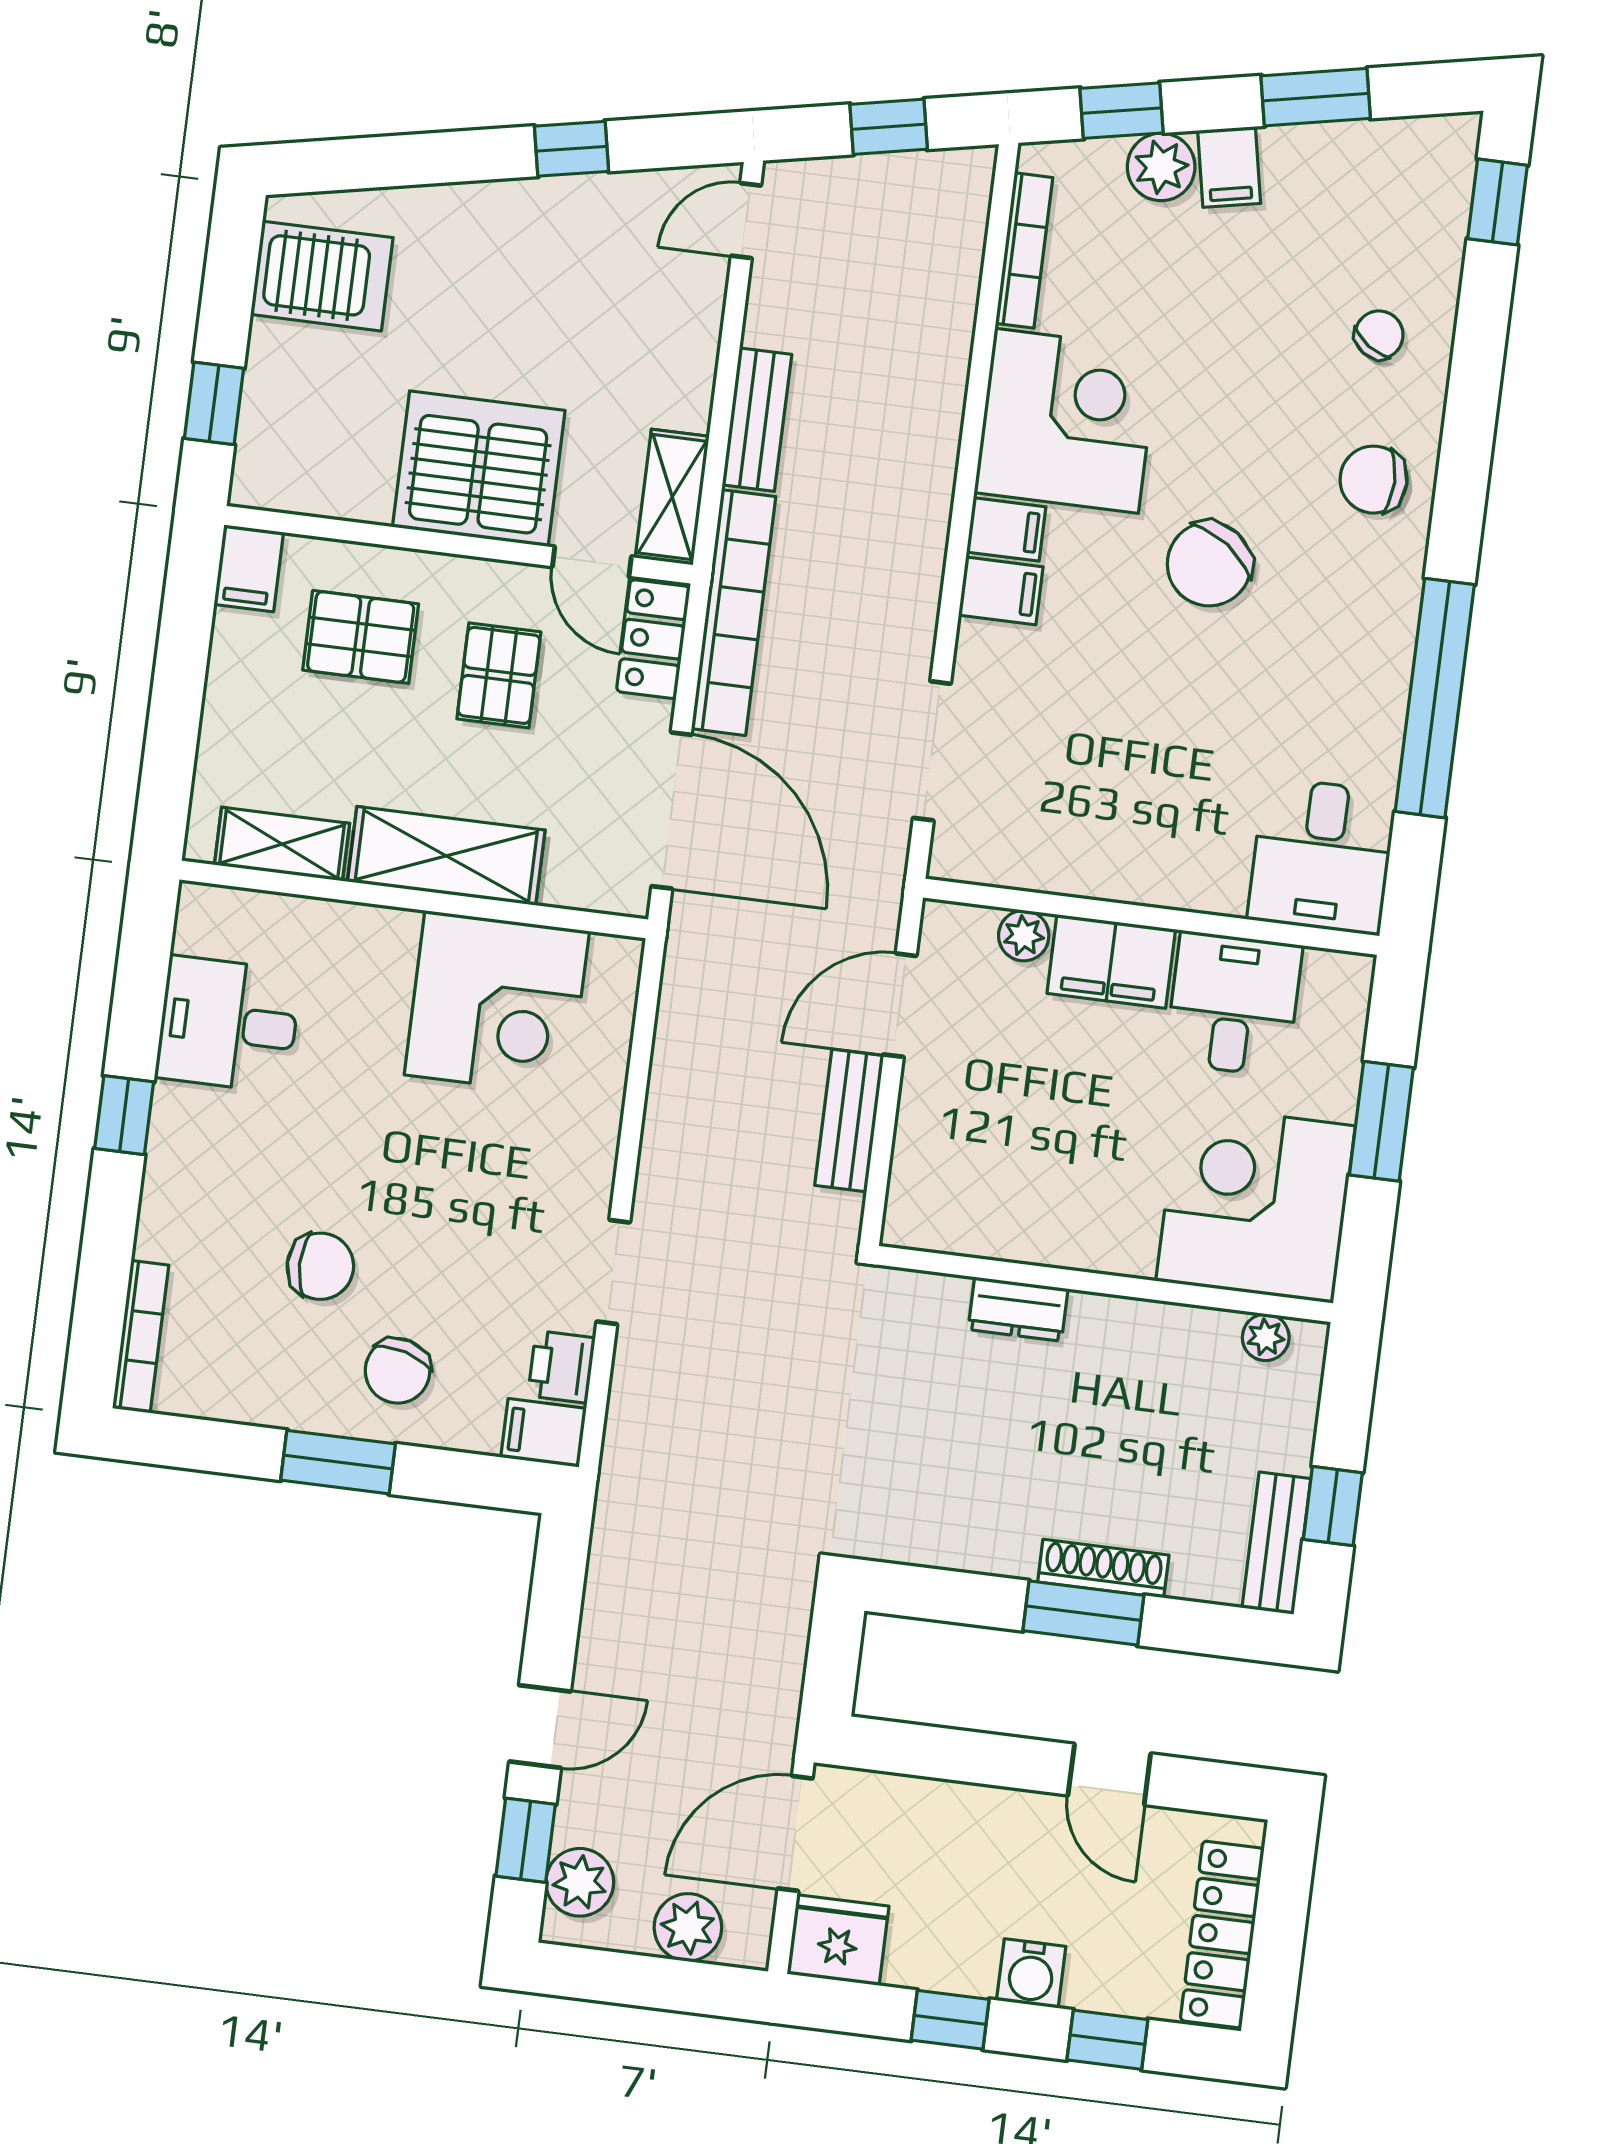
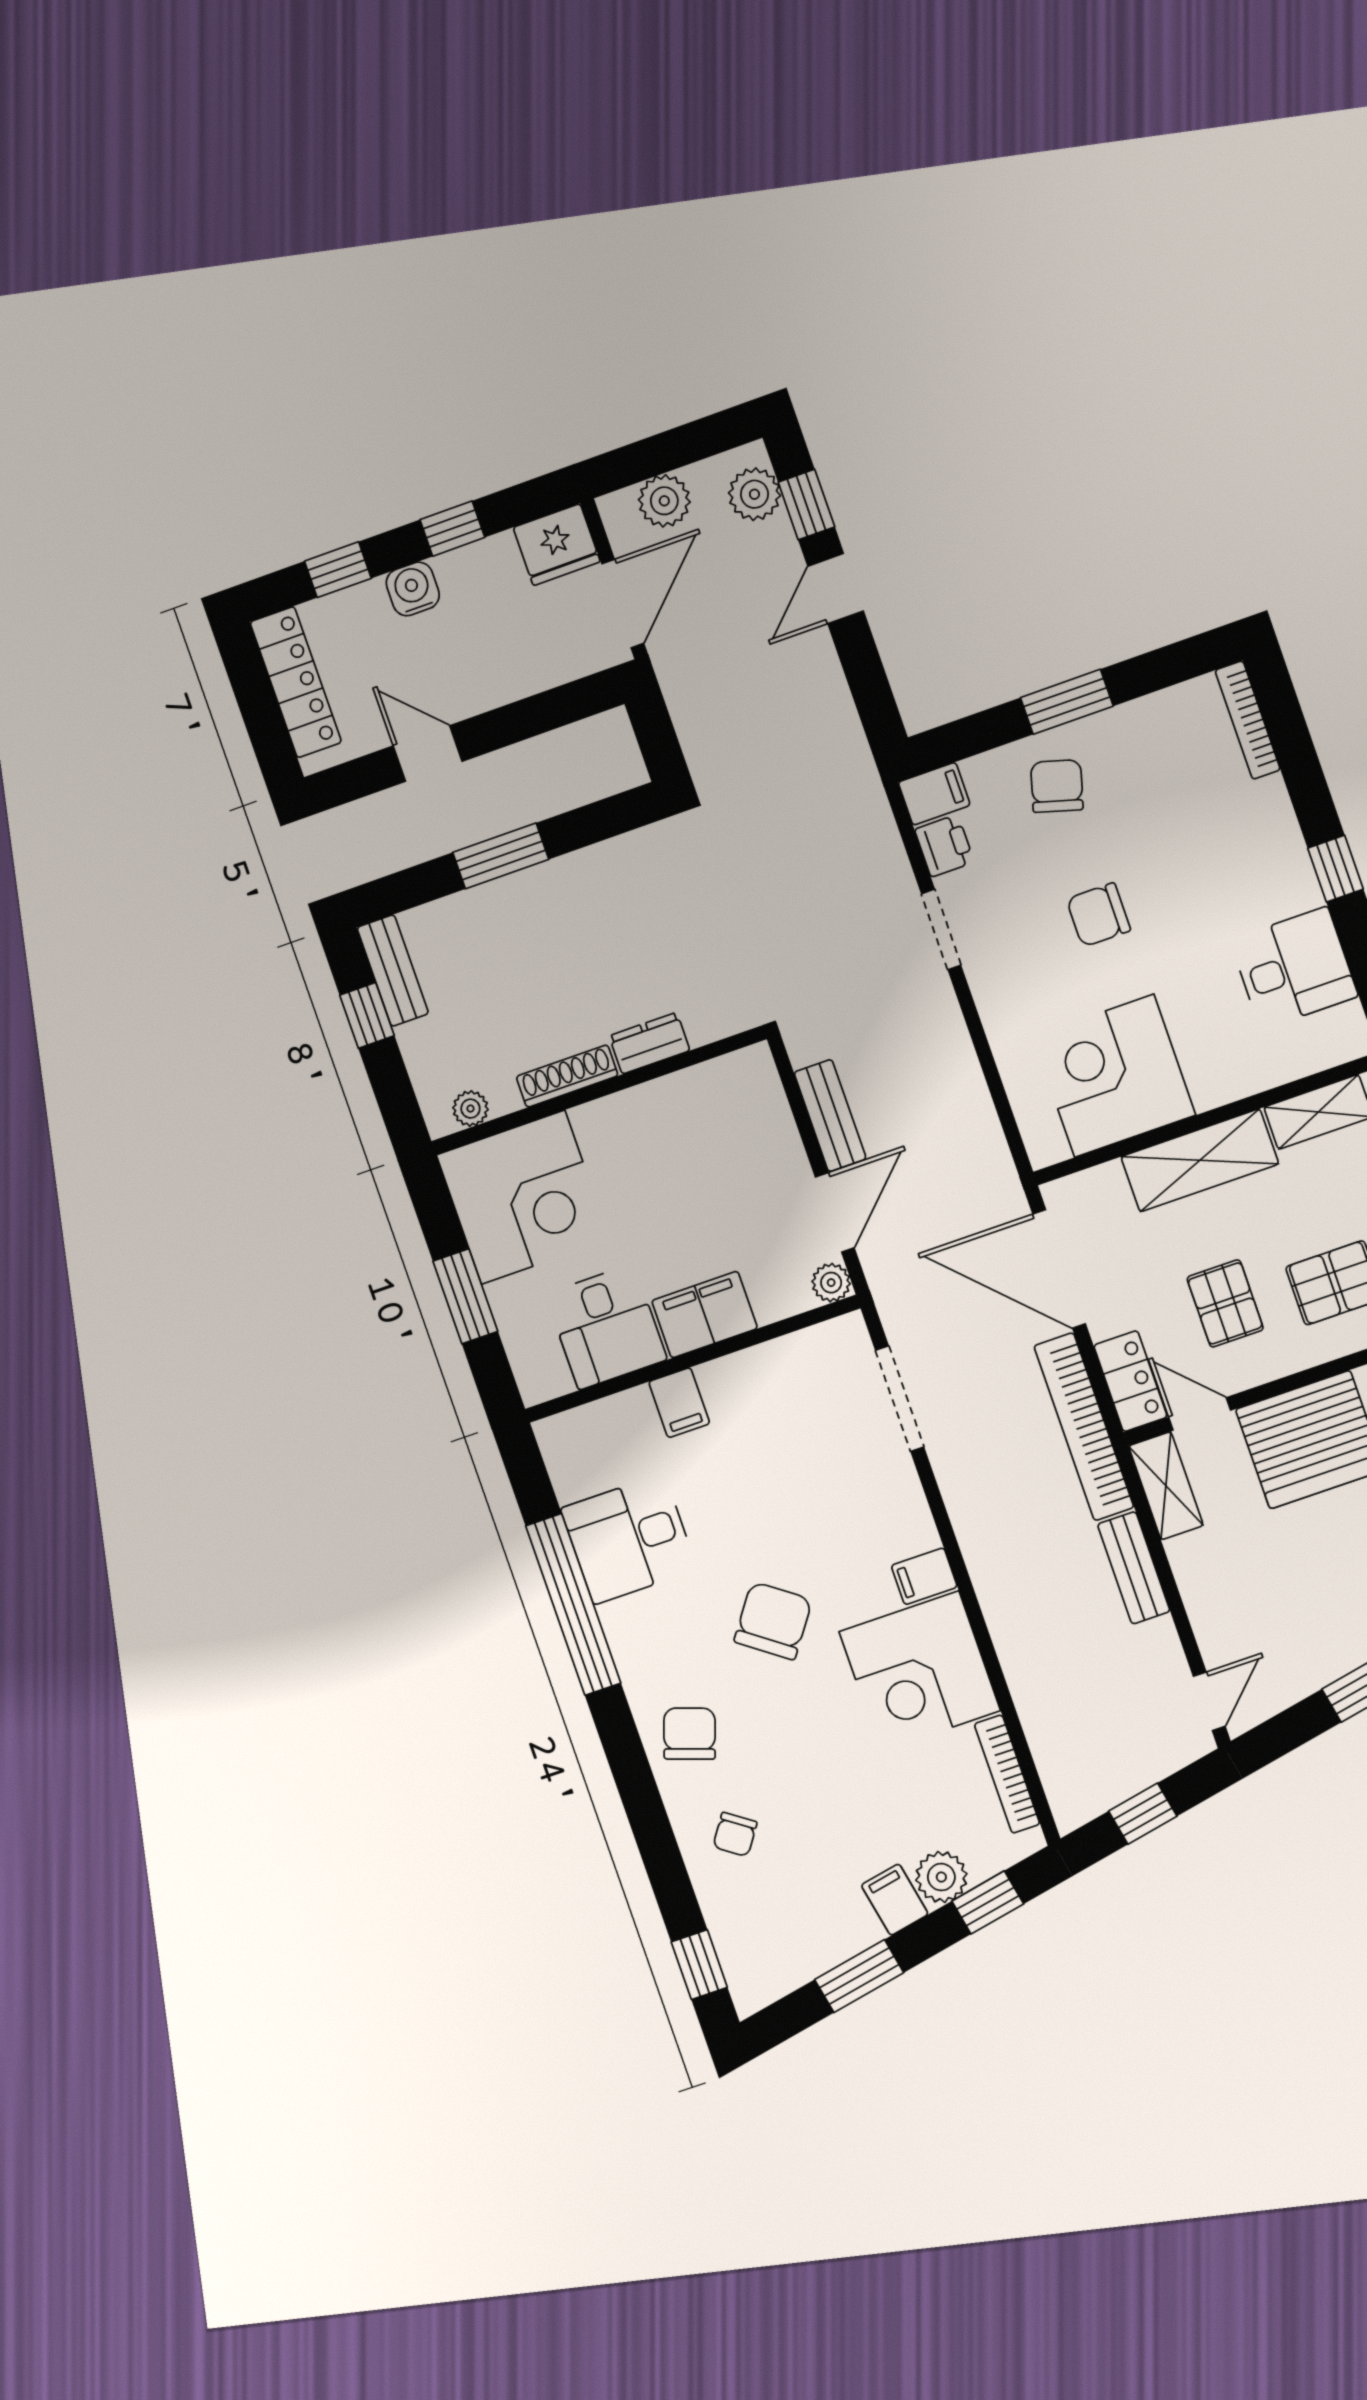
chair: (1374, 480) -> (689, 1734), turned -71
filing cabinet: (1001, 591) -> (679, 1403), moved, turned -90
desk: (1322, 856) -> (629, 1539), moved, turned -90
plant: (1024, 936) -> (831, 1283), moved
chair: (320, 1266) -> (1098, 915), moved
shoe rack: (1103, 1569) -> (567, 1076), moved, turned 180

